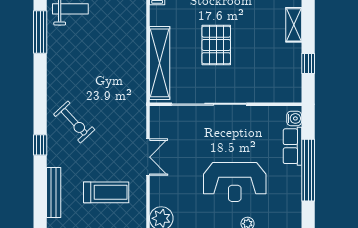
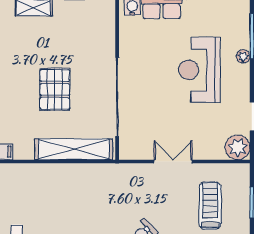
pallet: (216, 45) -> (55, 89), turned 90
reception desk: (235, 182) -> (199, 70), turned 180

